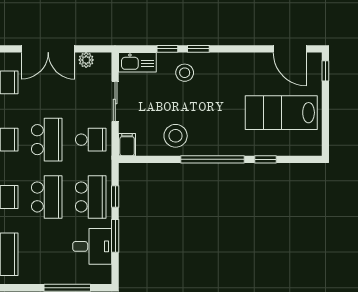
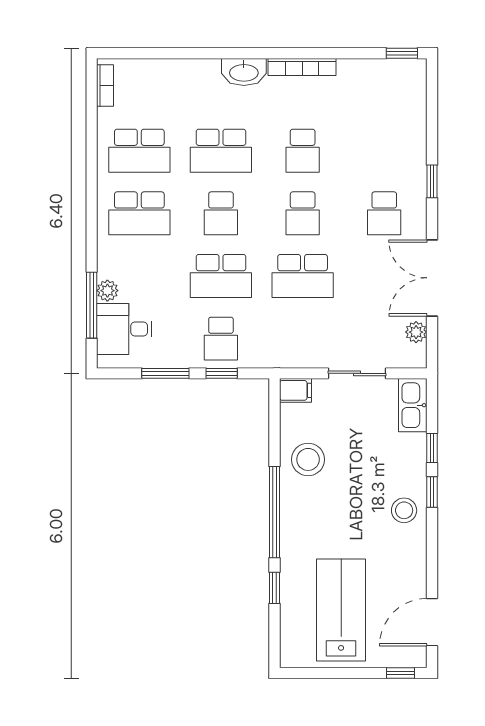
stool: (185, 73) -> (404, 510), moved
school desk: (91, 140) -> (303, 339), removed
school desk: (91, 197) -> (221, 339), width x0.54
desk: (92, 246) -> (124, 329), moved, turned 90
plant: (57, 277) -> (107, 291), added

